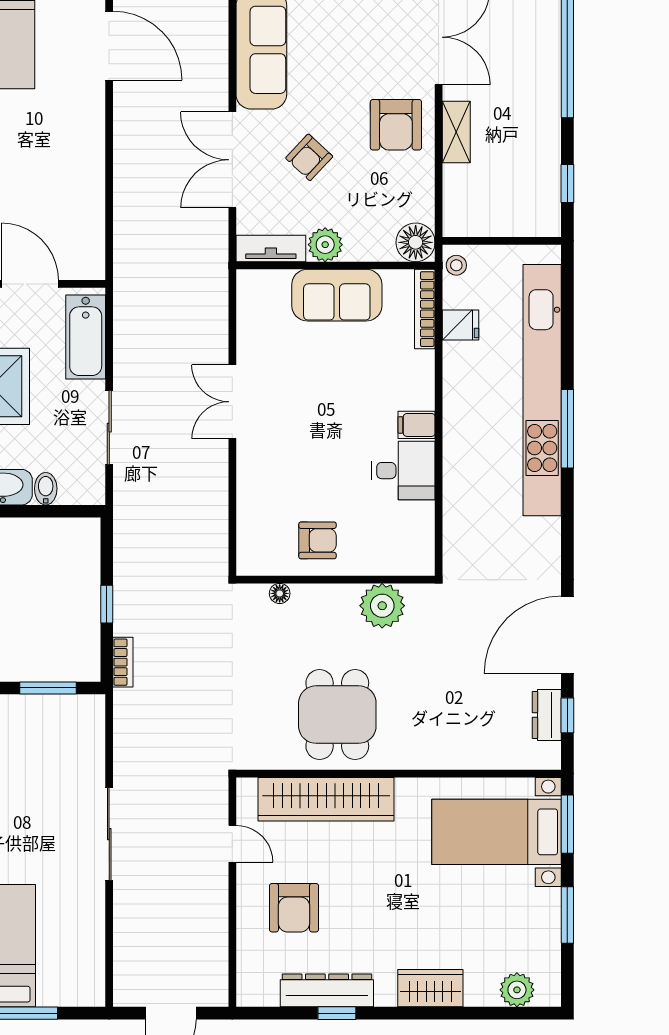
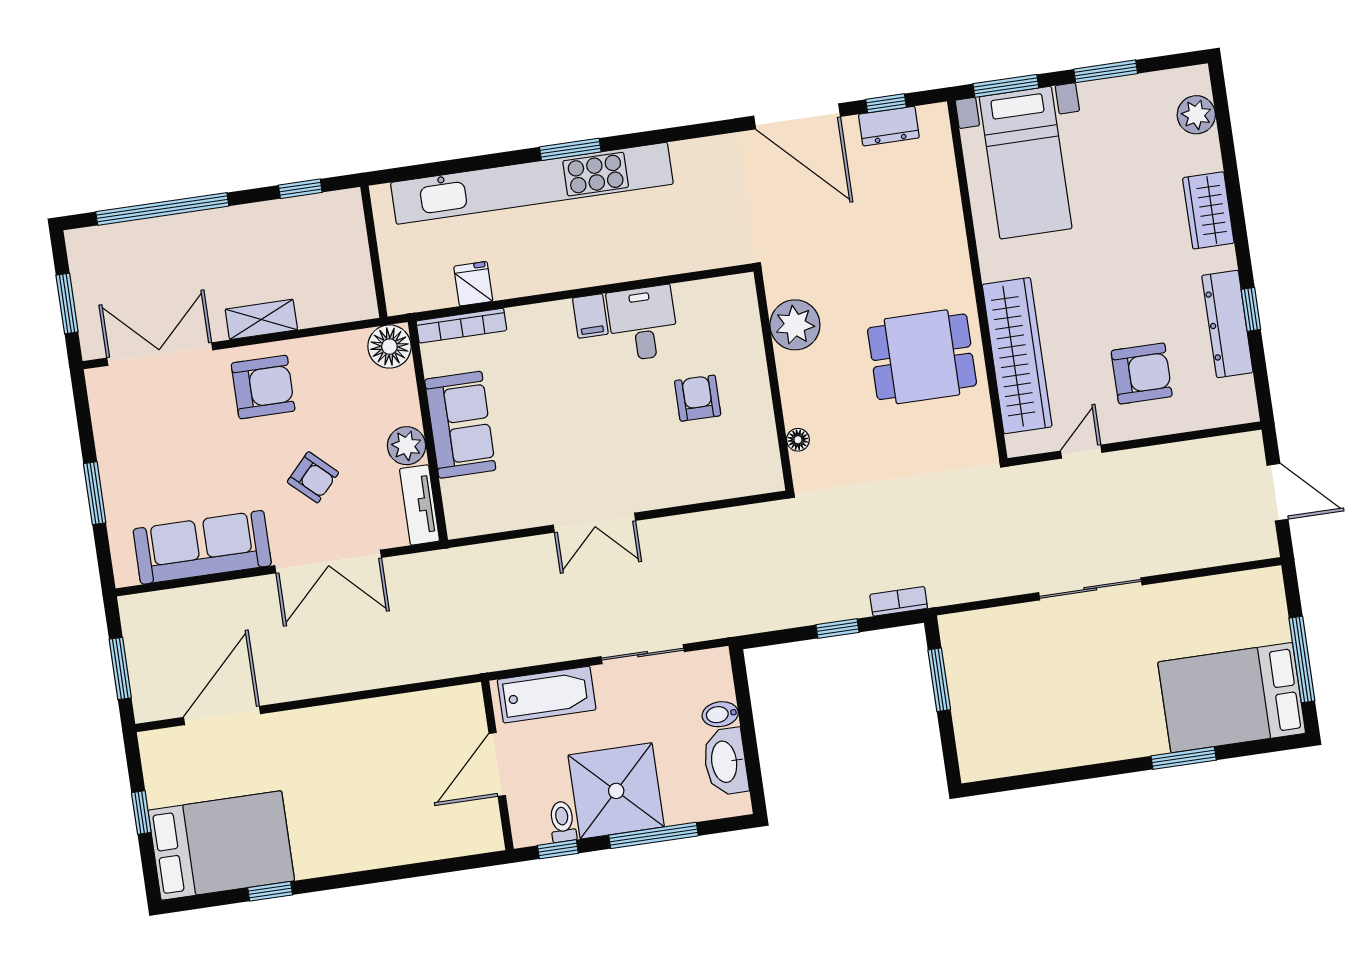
stool: (456, 265) -> (408, 298), removed
window: (567, 429) -> (570, 149), width x0.69
armchair: (318, 540) -> (698, 398), moved

